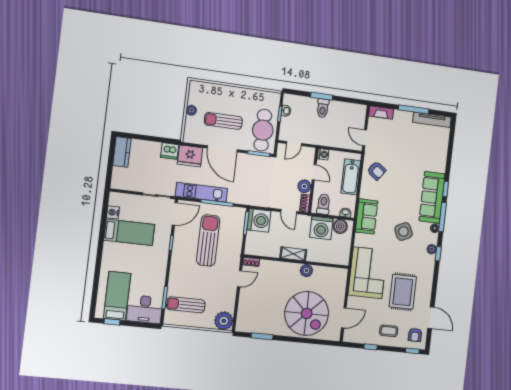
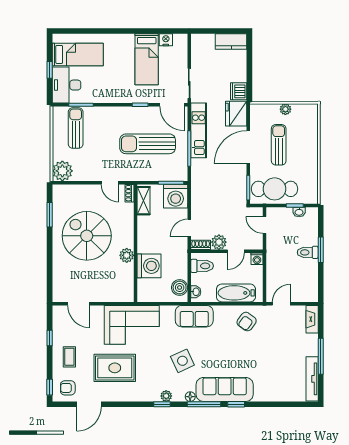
washing machine: (321, 228) -> (149, 266), moved, turned 180
sun lounger: (208, 240) -> (148, 144), turned 180
shelving: (293, 254) -> (143, 201), moved
spiral stairs: (307, 313) -> (87, 236), moved, turned 90
window: (112, 322) -> (50, 70), moved

